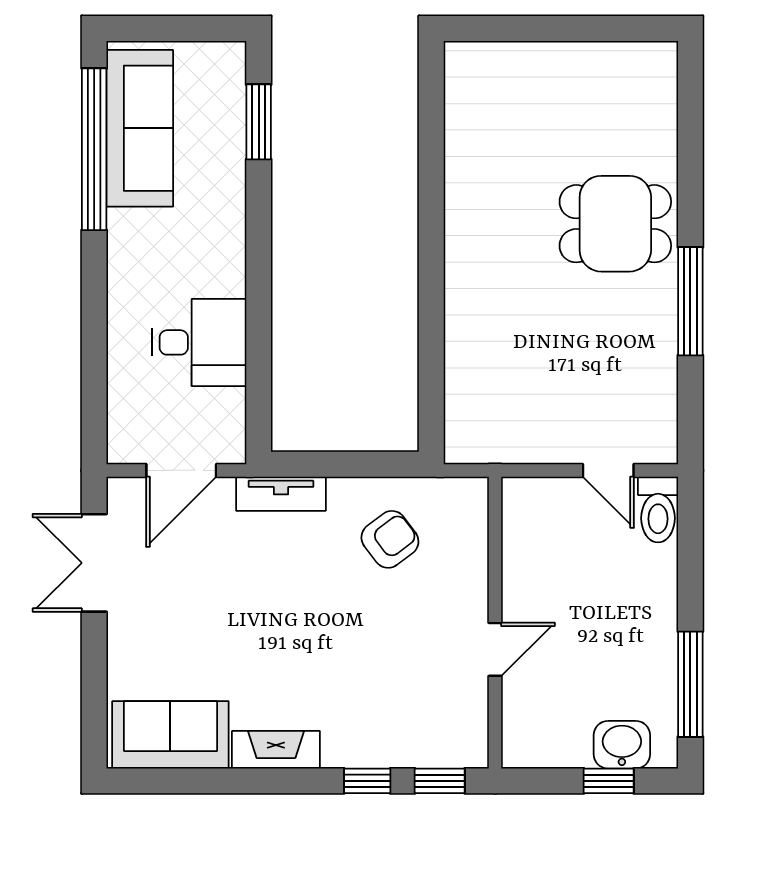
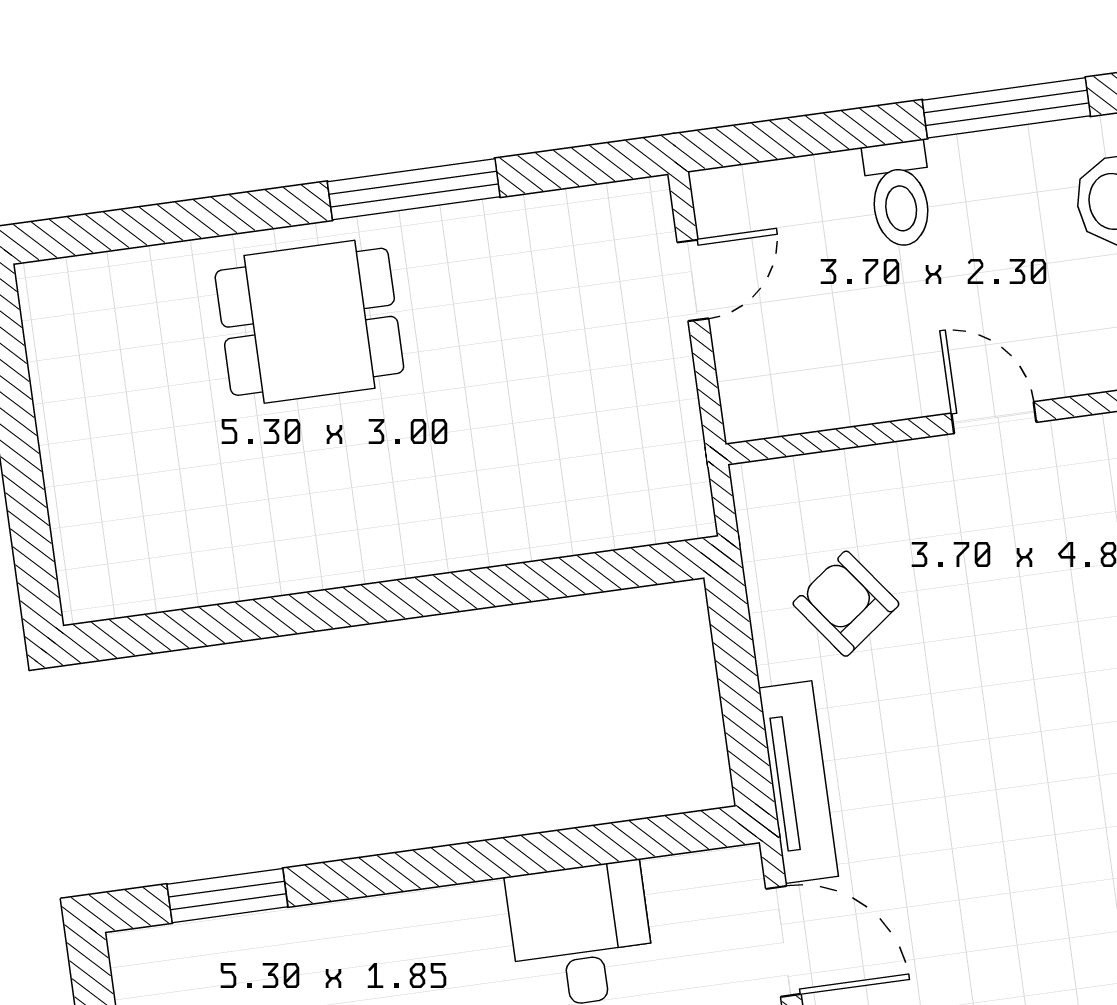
dining table: (615, 224) -> (309, 322), turned 90
tv unit: (281, 494) -> (798, 782), width x1.41
toilet: (658, 510) -> (899, 194), moved, turned 90

